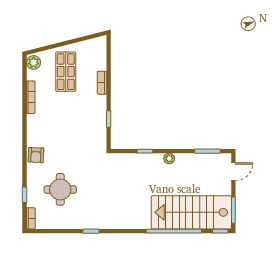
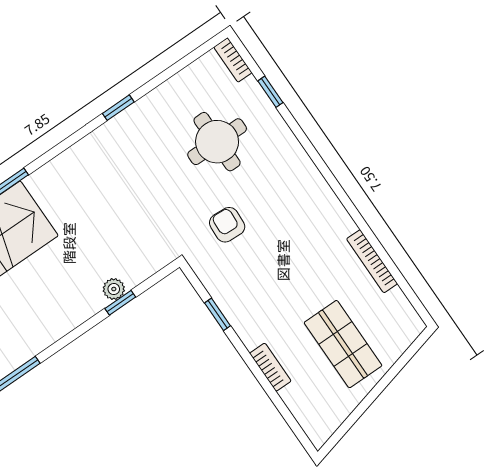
plant: (34, 63) -> (407, 322), removed
armchair: (36, 155) -> (227, 225), moved
plant: (169, 158) -> (114, 289), moved

